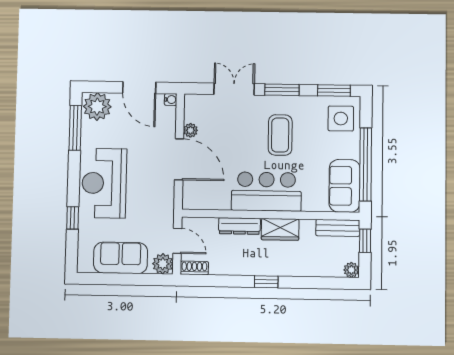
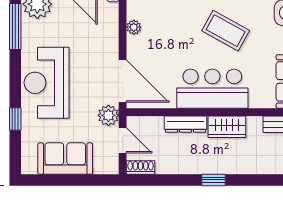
coffee table: (280, 135) -> (226, 31), turned -61
door: (179, 159) -> (123, 81), moved
plant: (163, 264) -> (108, 115), moved

